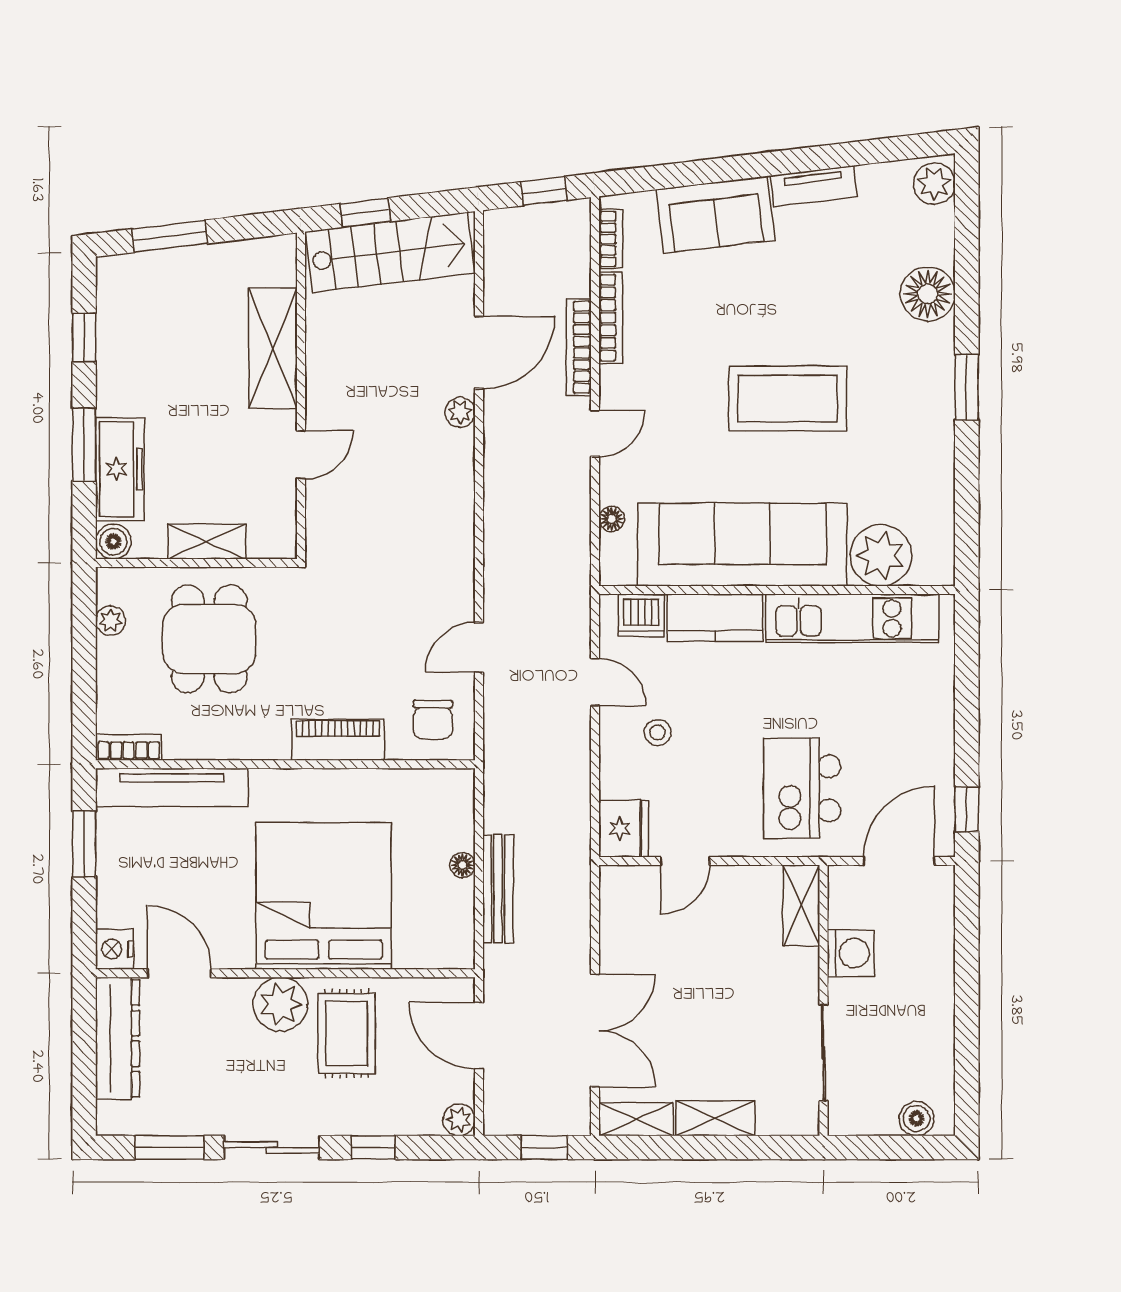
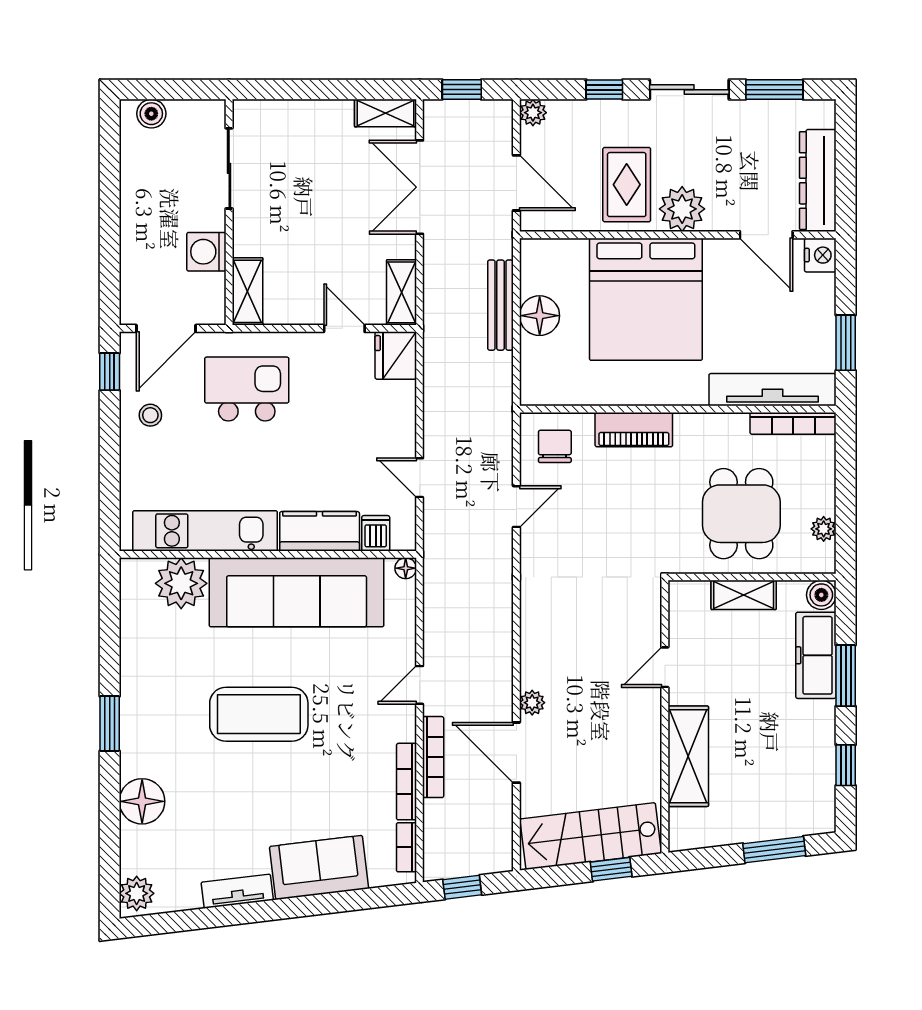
door: (479, 352) -> (516, 753), hinge flipped
floor lamp: (612, 519) -> (406, 568), moved
dishwasher: (641, 615) -> (376, 533), width x0.73
stool: (658, 732) -> (150, 415), moved
bookcase: (129, 747) -> (793, 423), width x1.56
kitchen island: (802, 788) -> (247, 389), turned -90
door: (685, 861) -> (344, 328), hinge flipped
floor lamp: (462, 865) -> (540, 316), width x1.89, depth x1.89
shelving: (715, 1118) -> (402, 292), moved, turned 90

